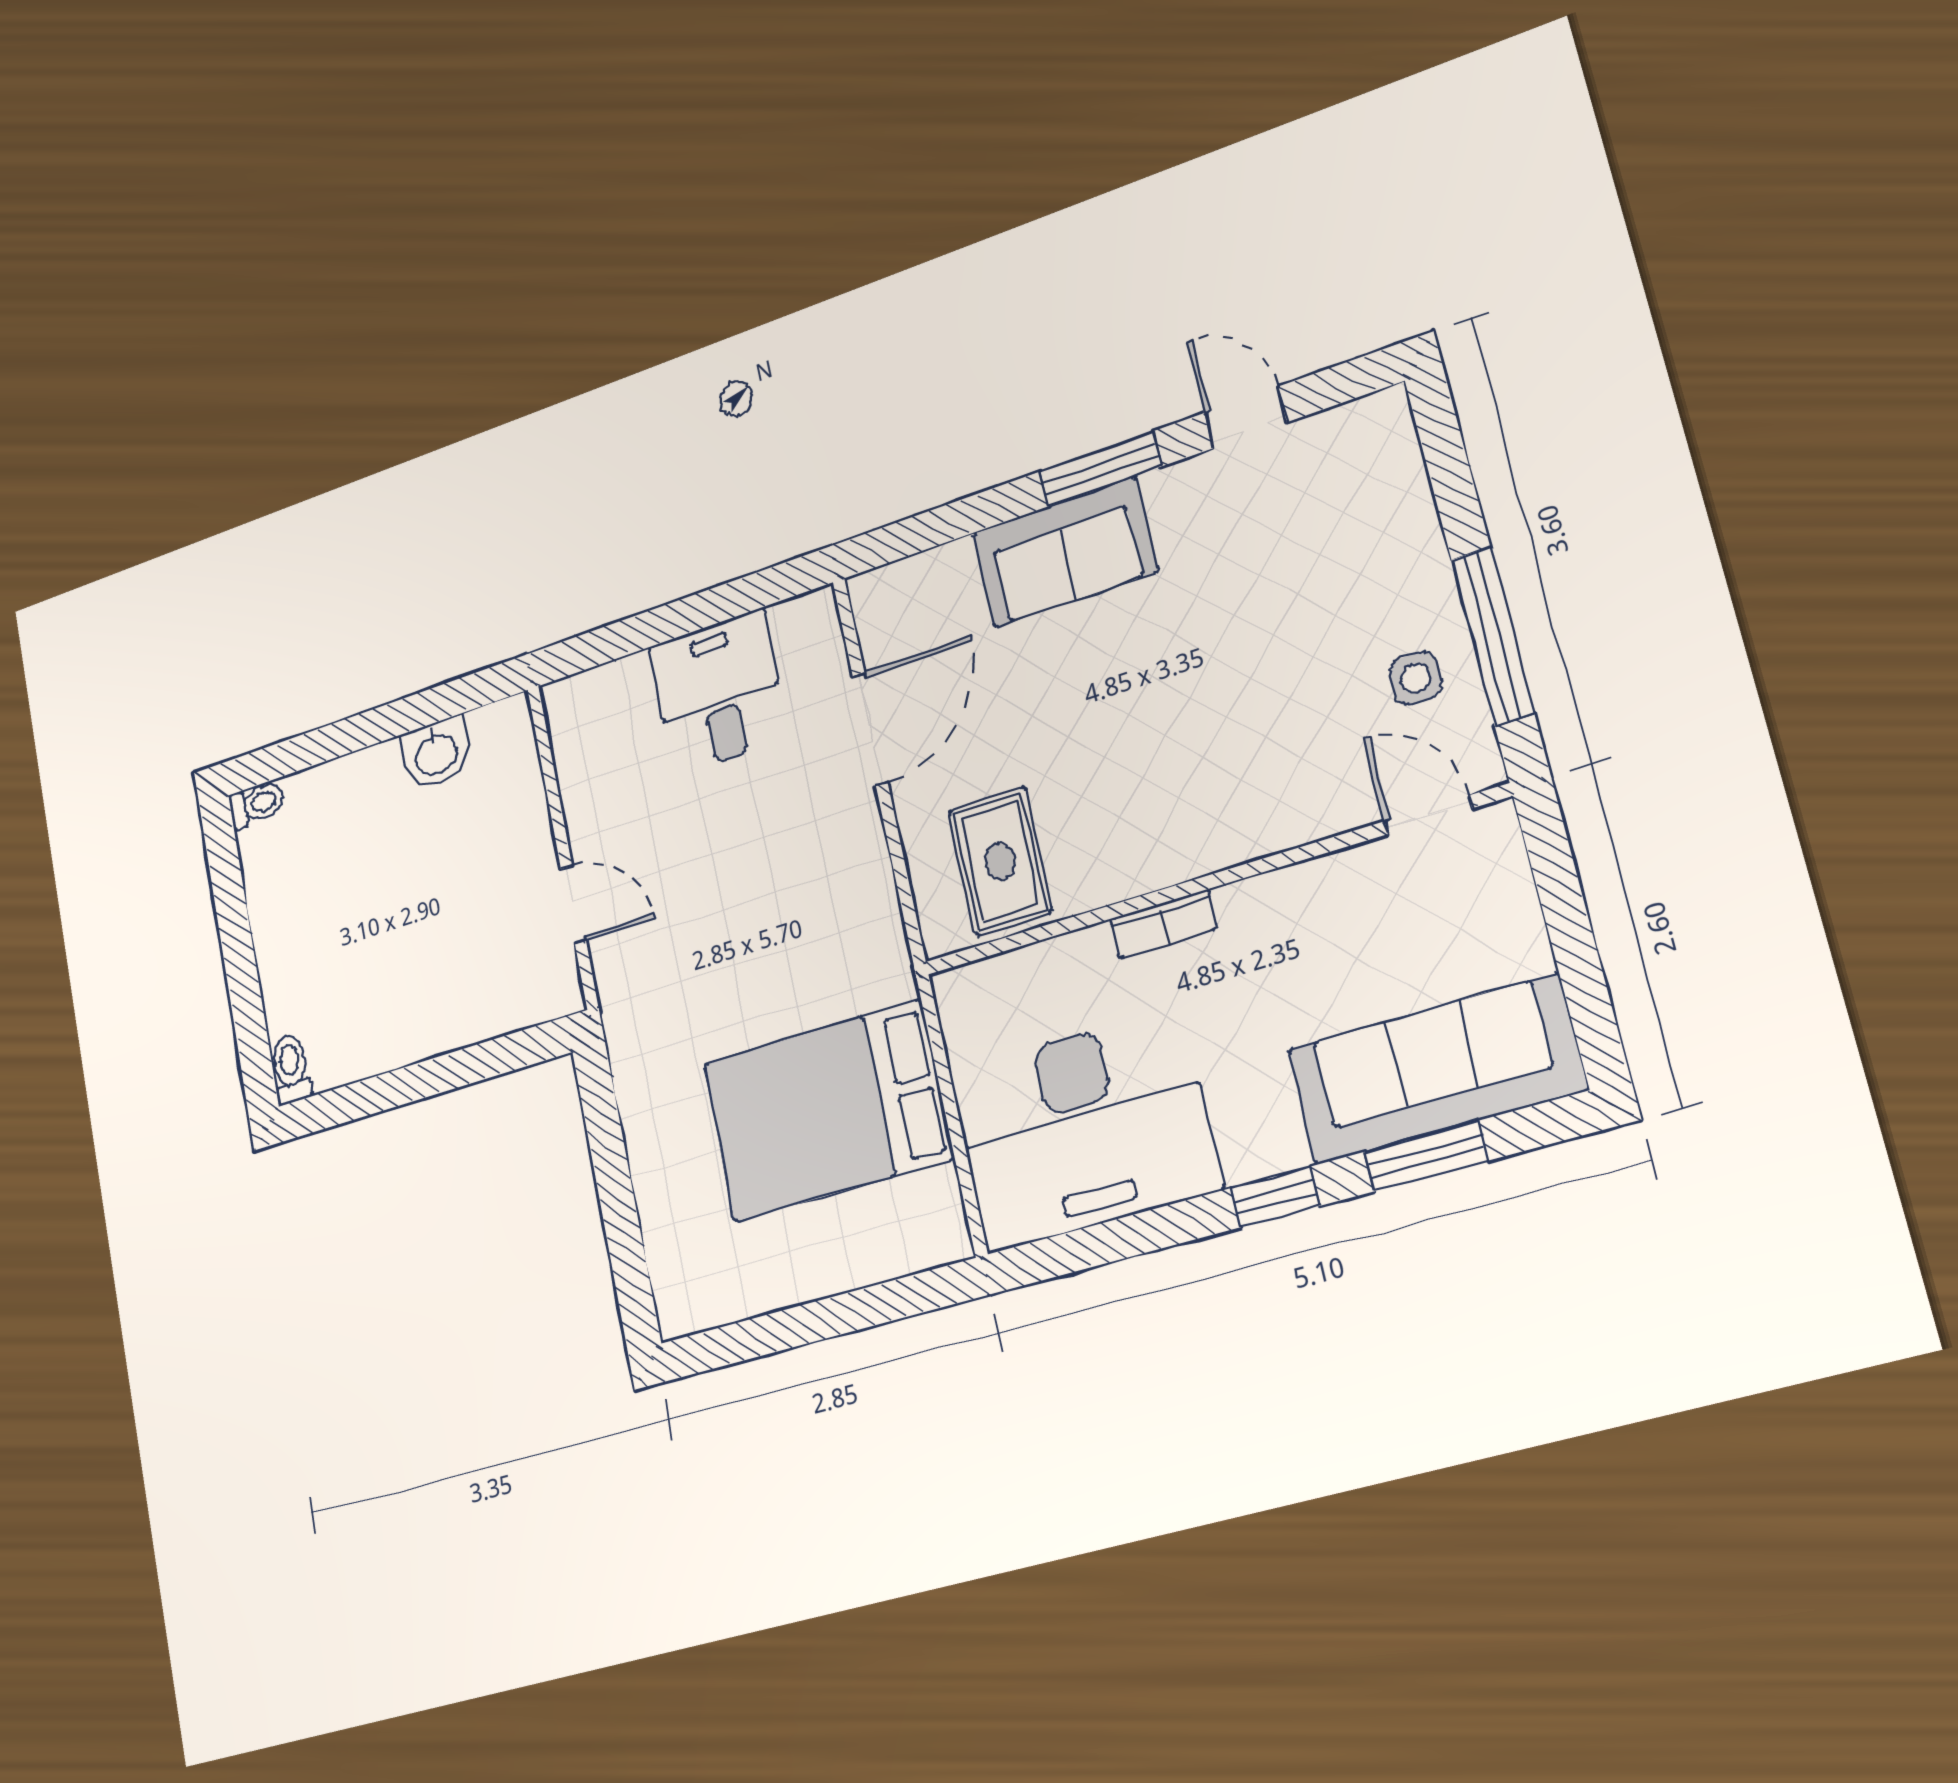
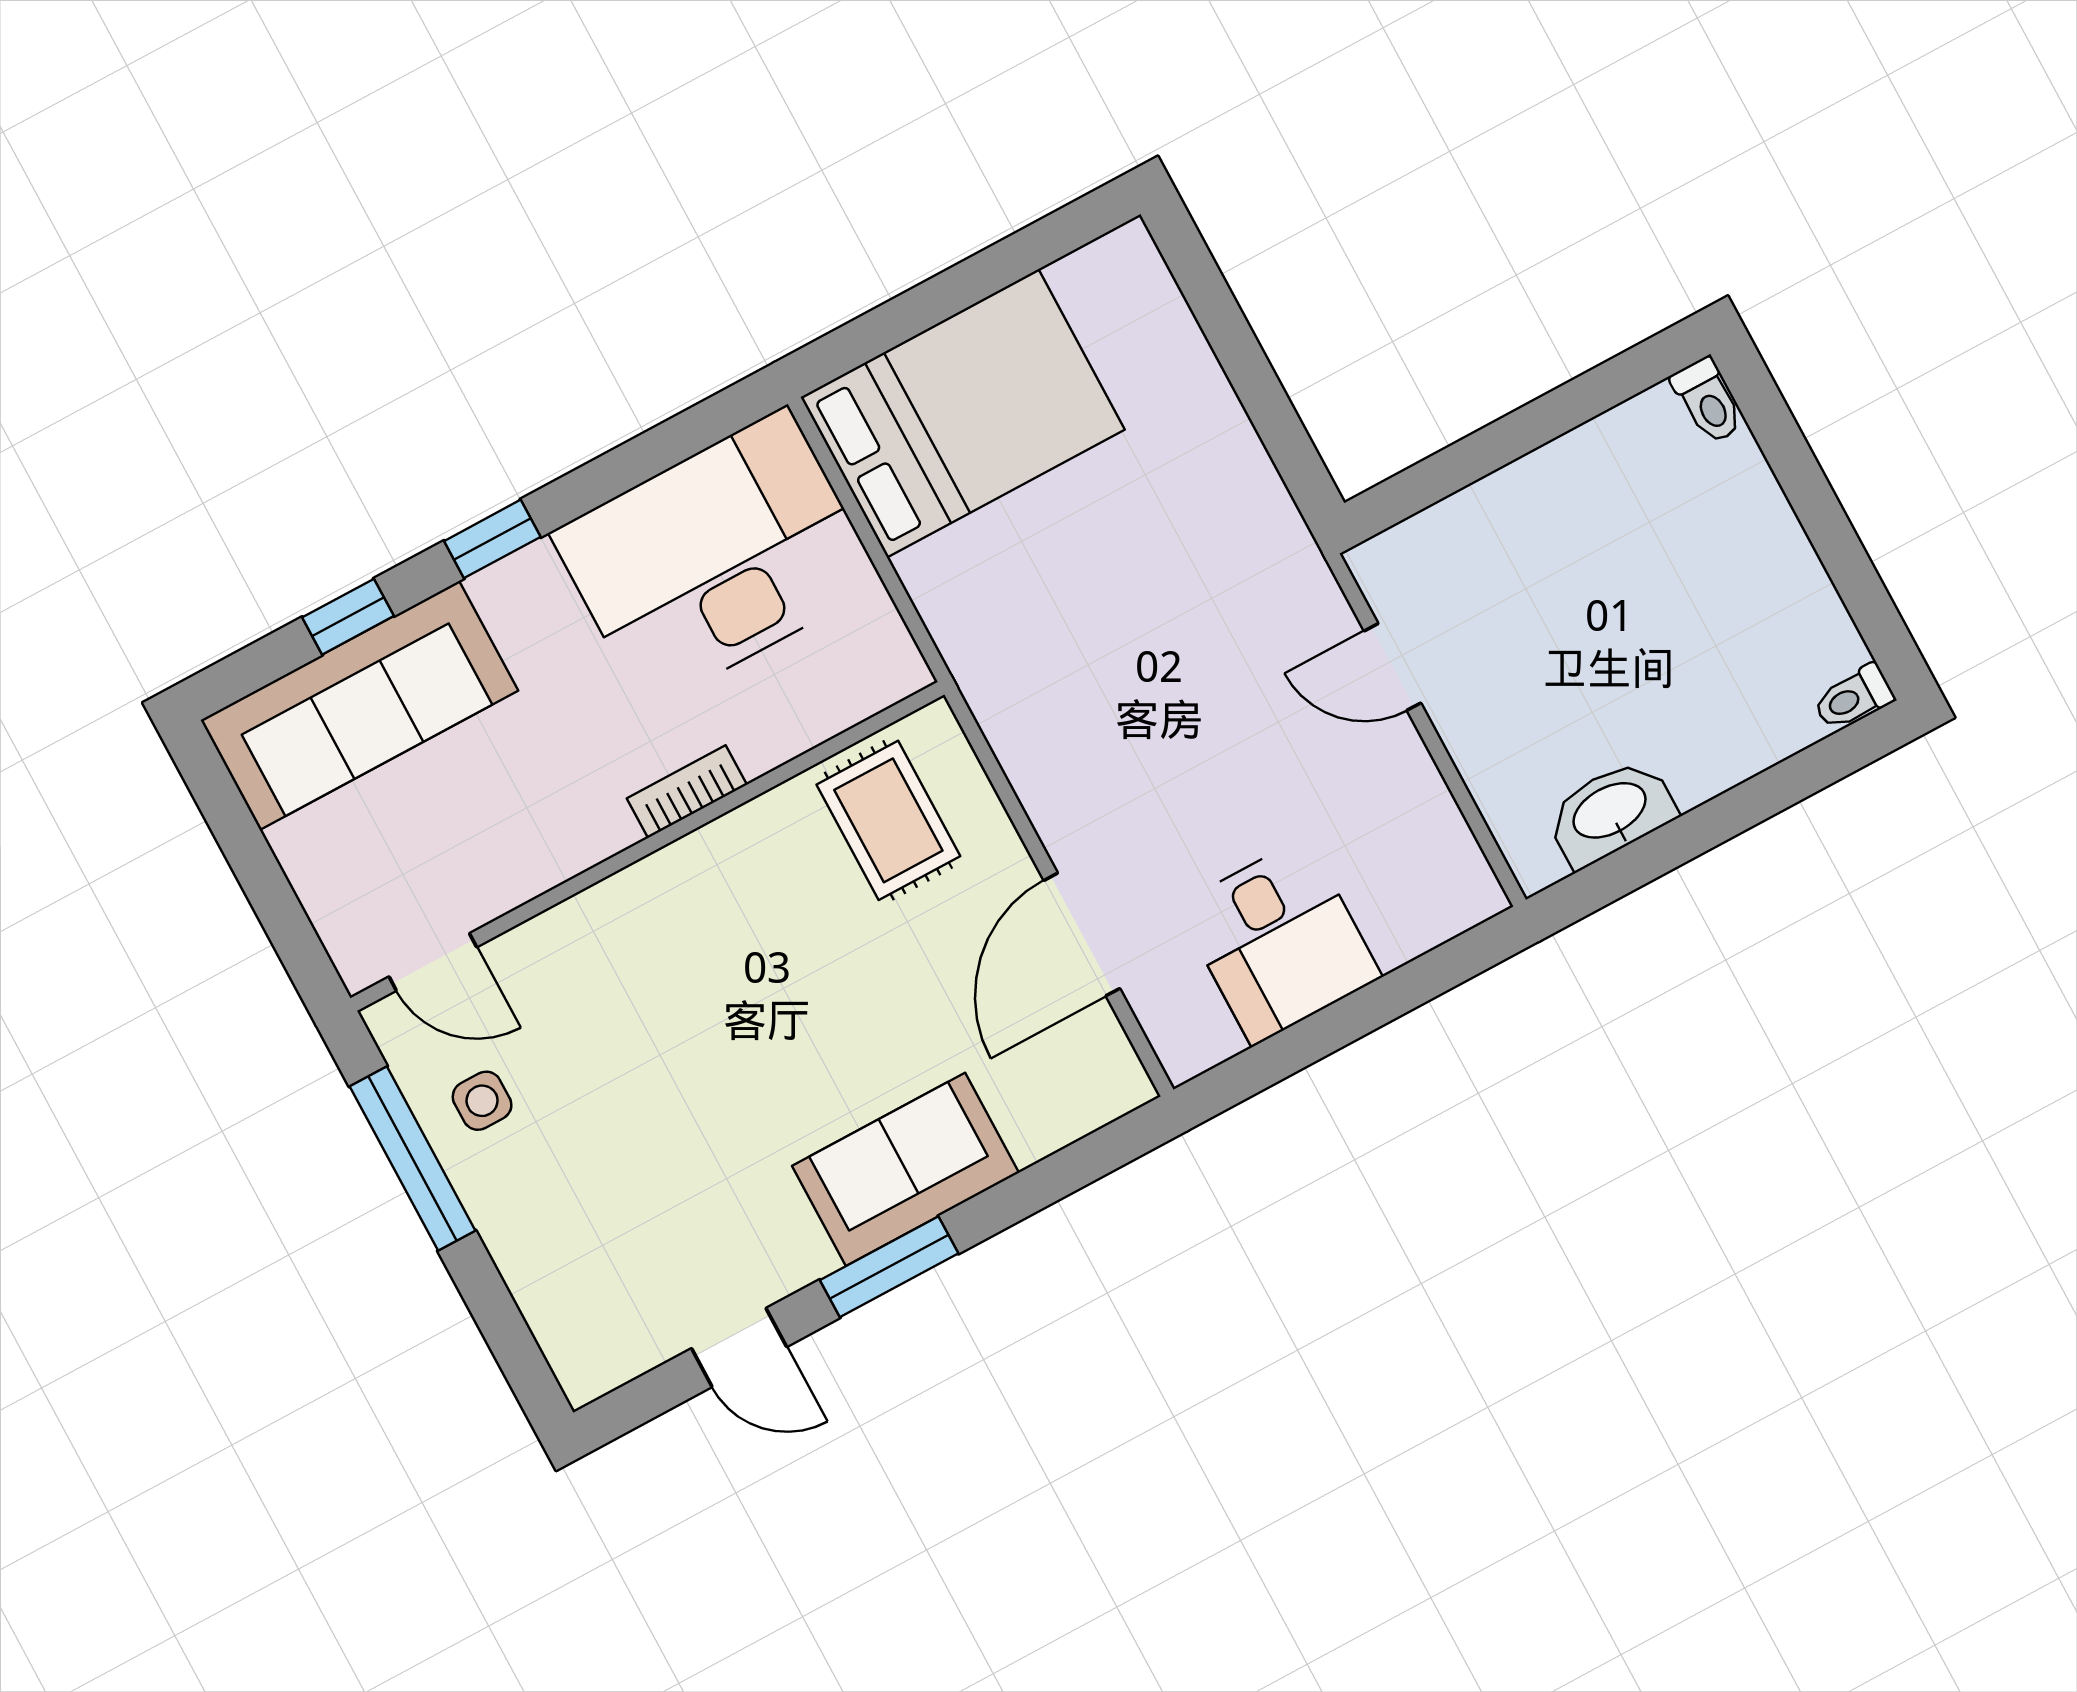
washbasin: (436, 753) -> (1611, 812), width x1.38
bed: (827, 1111) -> (963, 413), moved
window: (1426, 1156) -> (348, 617), width x0.67

